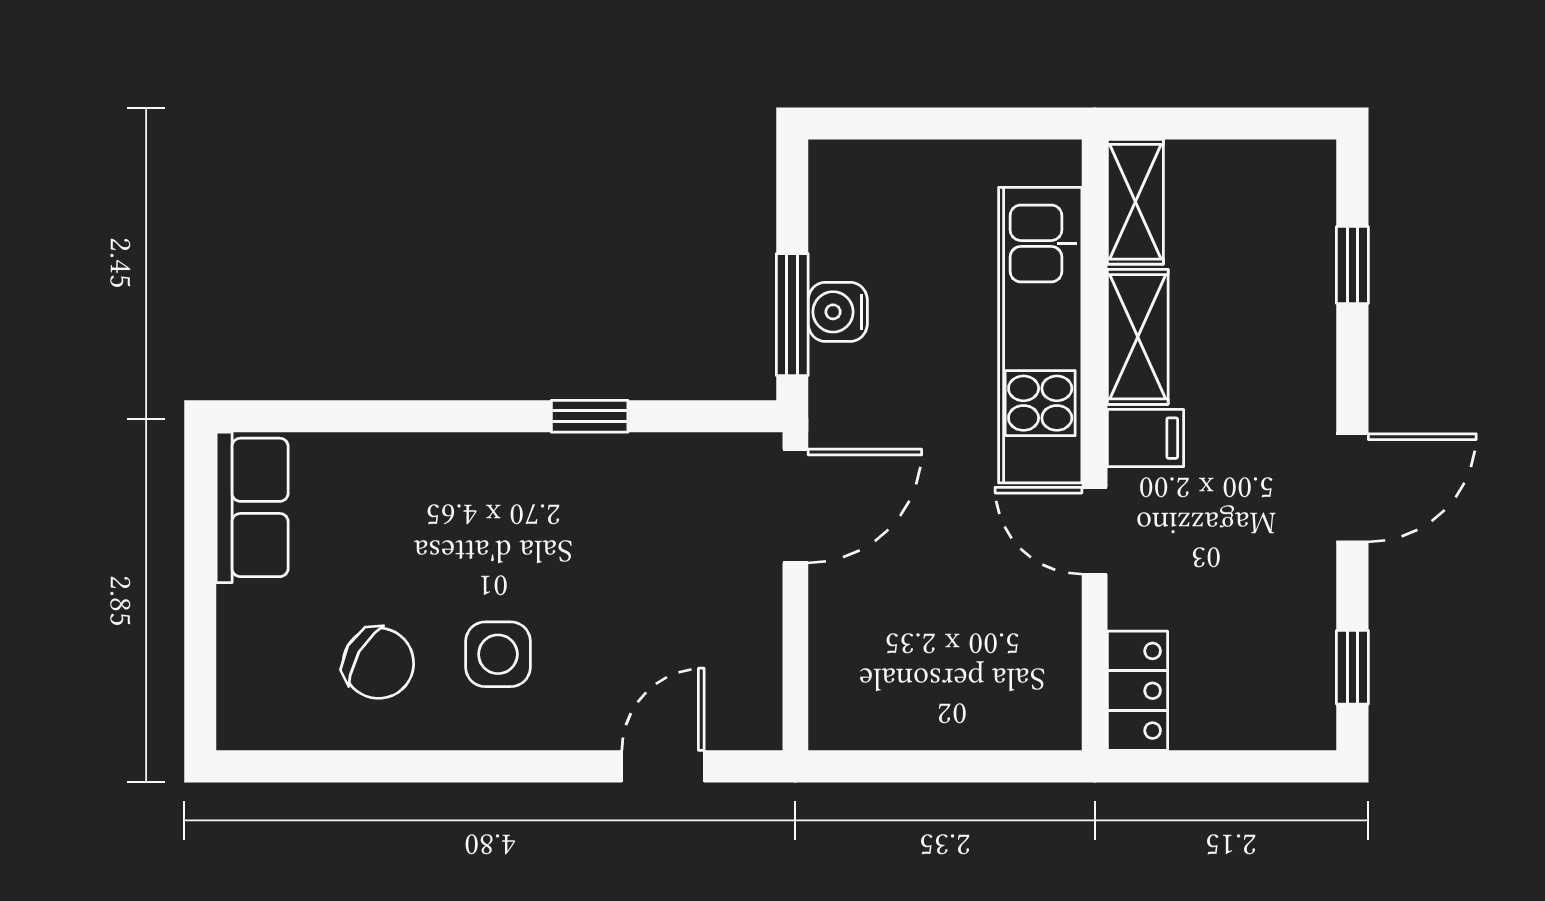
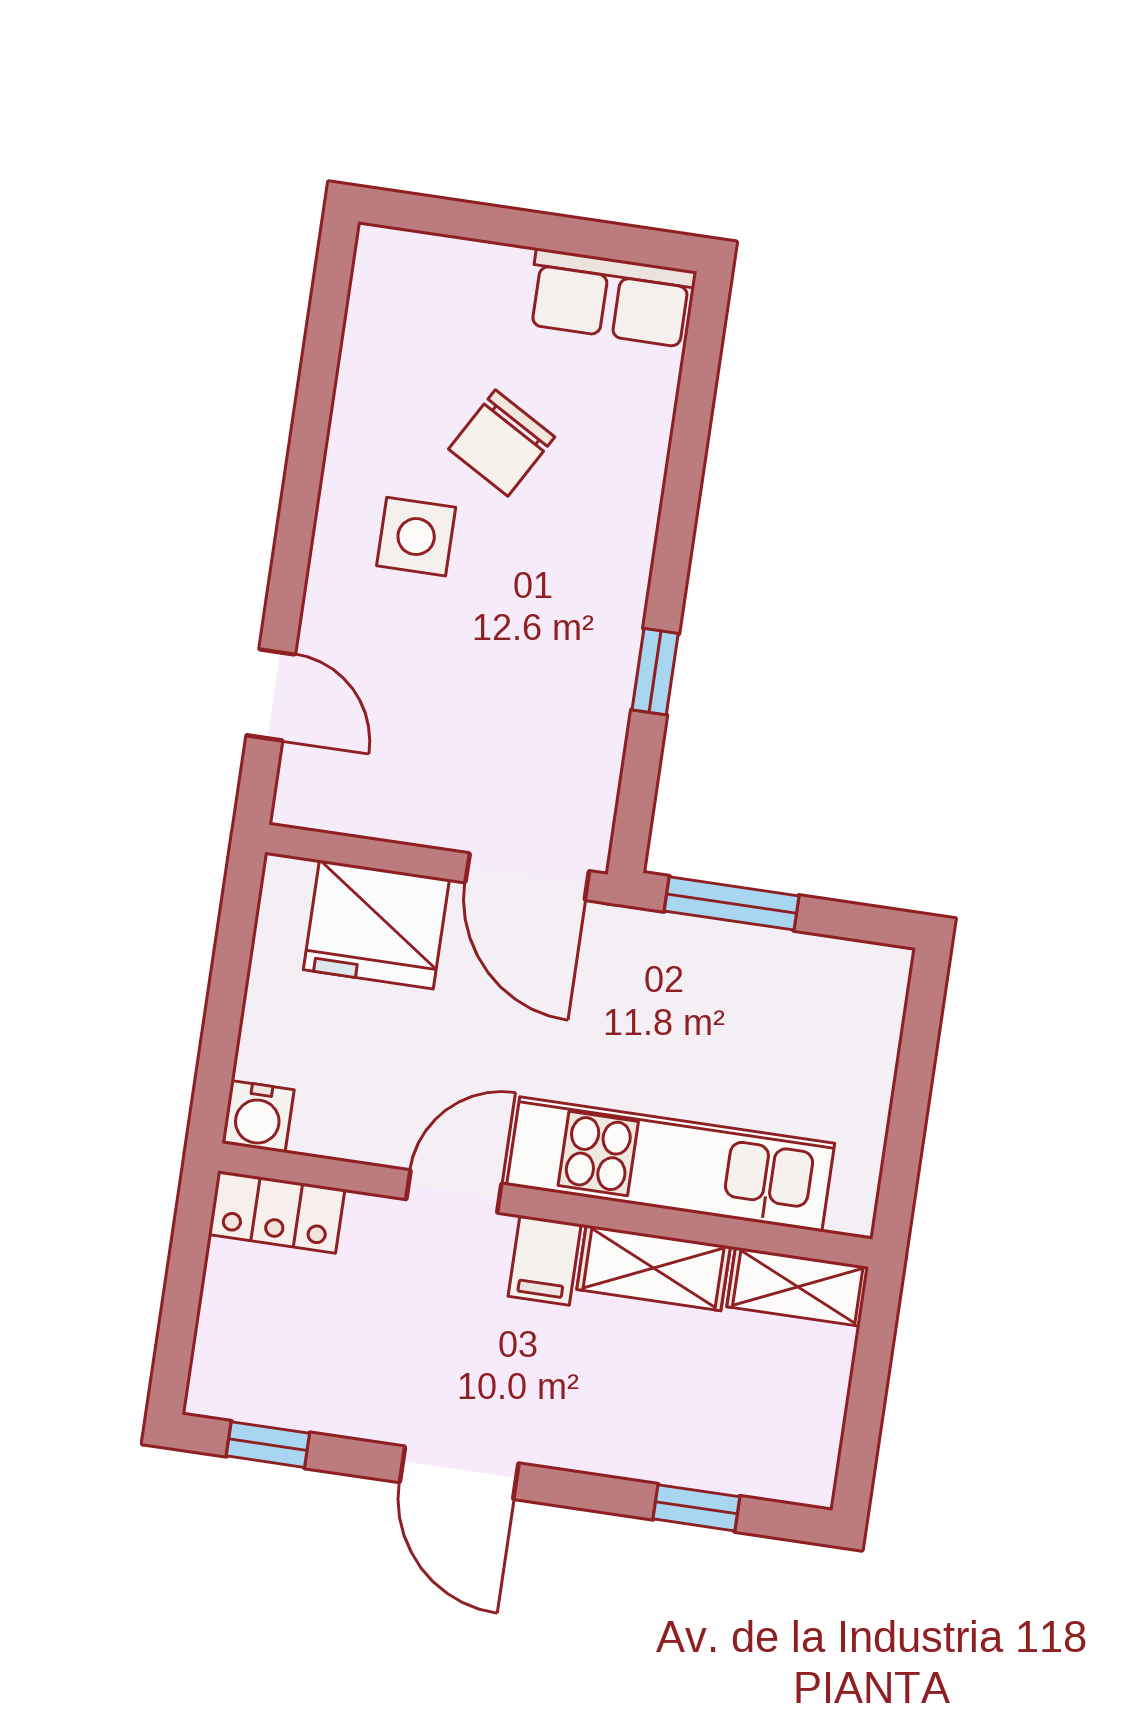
water cooler: (838, 312) -> (258, 1116), moved, turned 180
fridge: (860, 638) -> (376, 924), added
chair: (378, 663) -> (502, 443), moved

